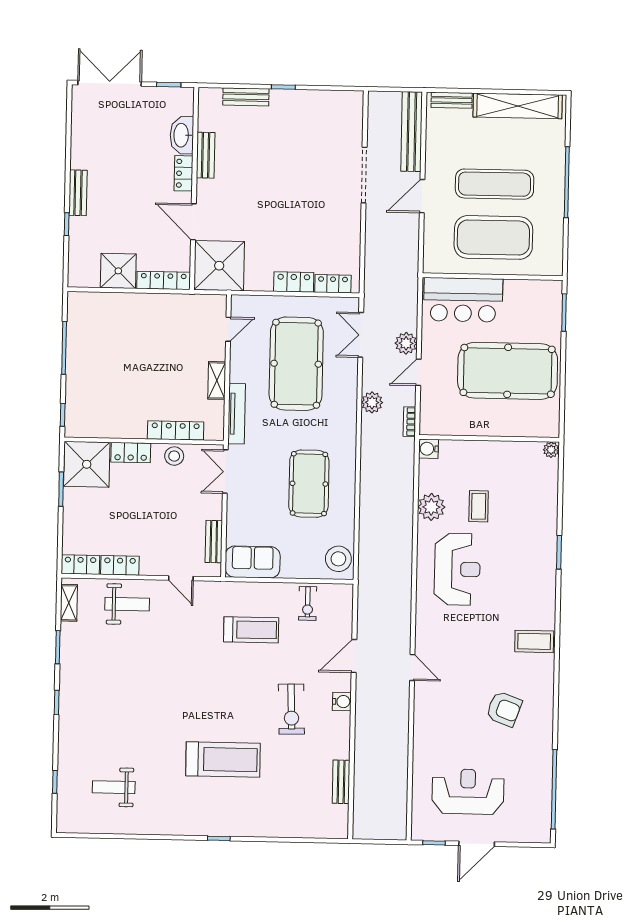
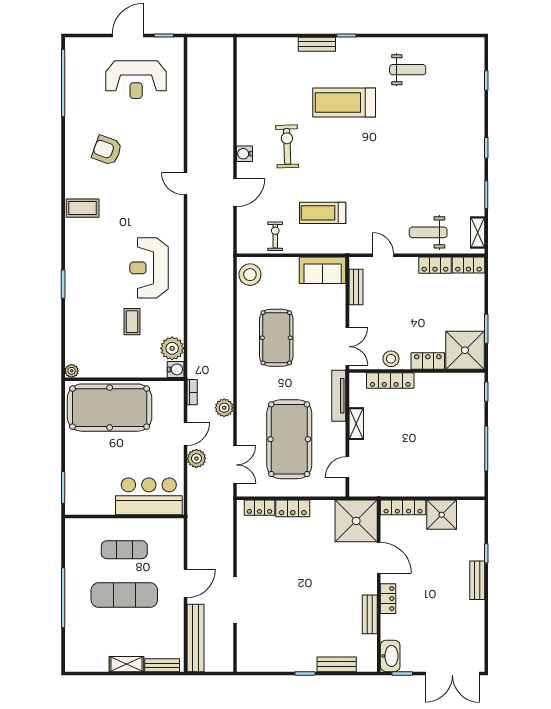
shelving: (518, 106) -> (127, 664), width x0.45, depth x0.75
washbasin: (182, 135) -> (390, 656), moved
exercise mat: (493, 237) -> (124, 550), width x0.50, depth x0.69
pool table: (508, 371) -> (110, 408), moved
plant: (431, 507) -> (172, 348), moved
bench: (341, 782) -> (317, 44), moved, turned 90
weight bench: (114, 787) -> (408, 70), moved

